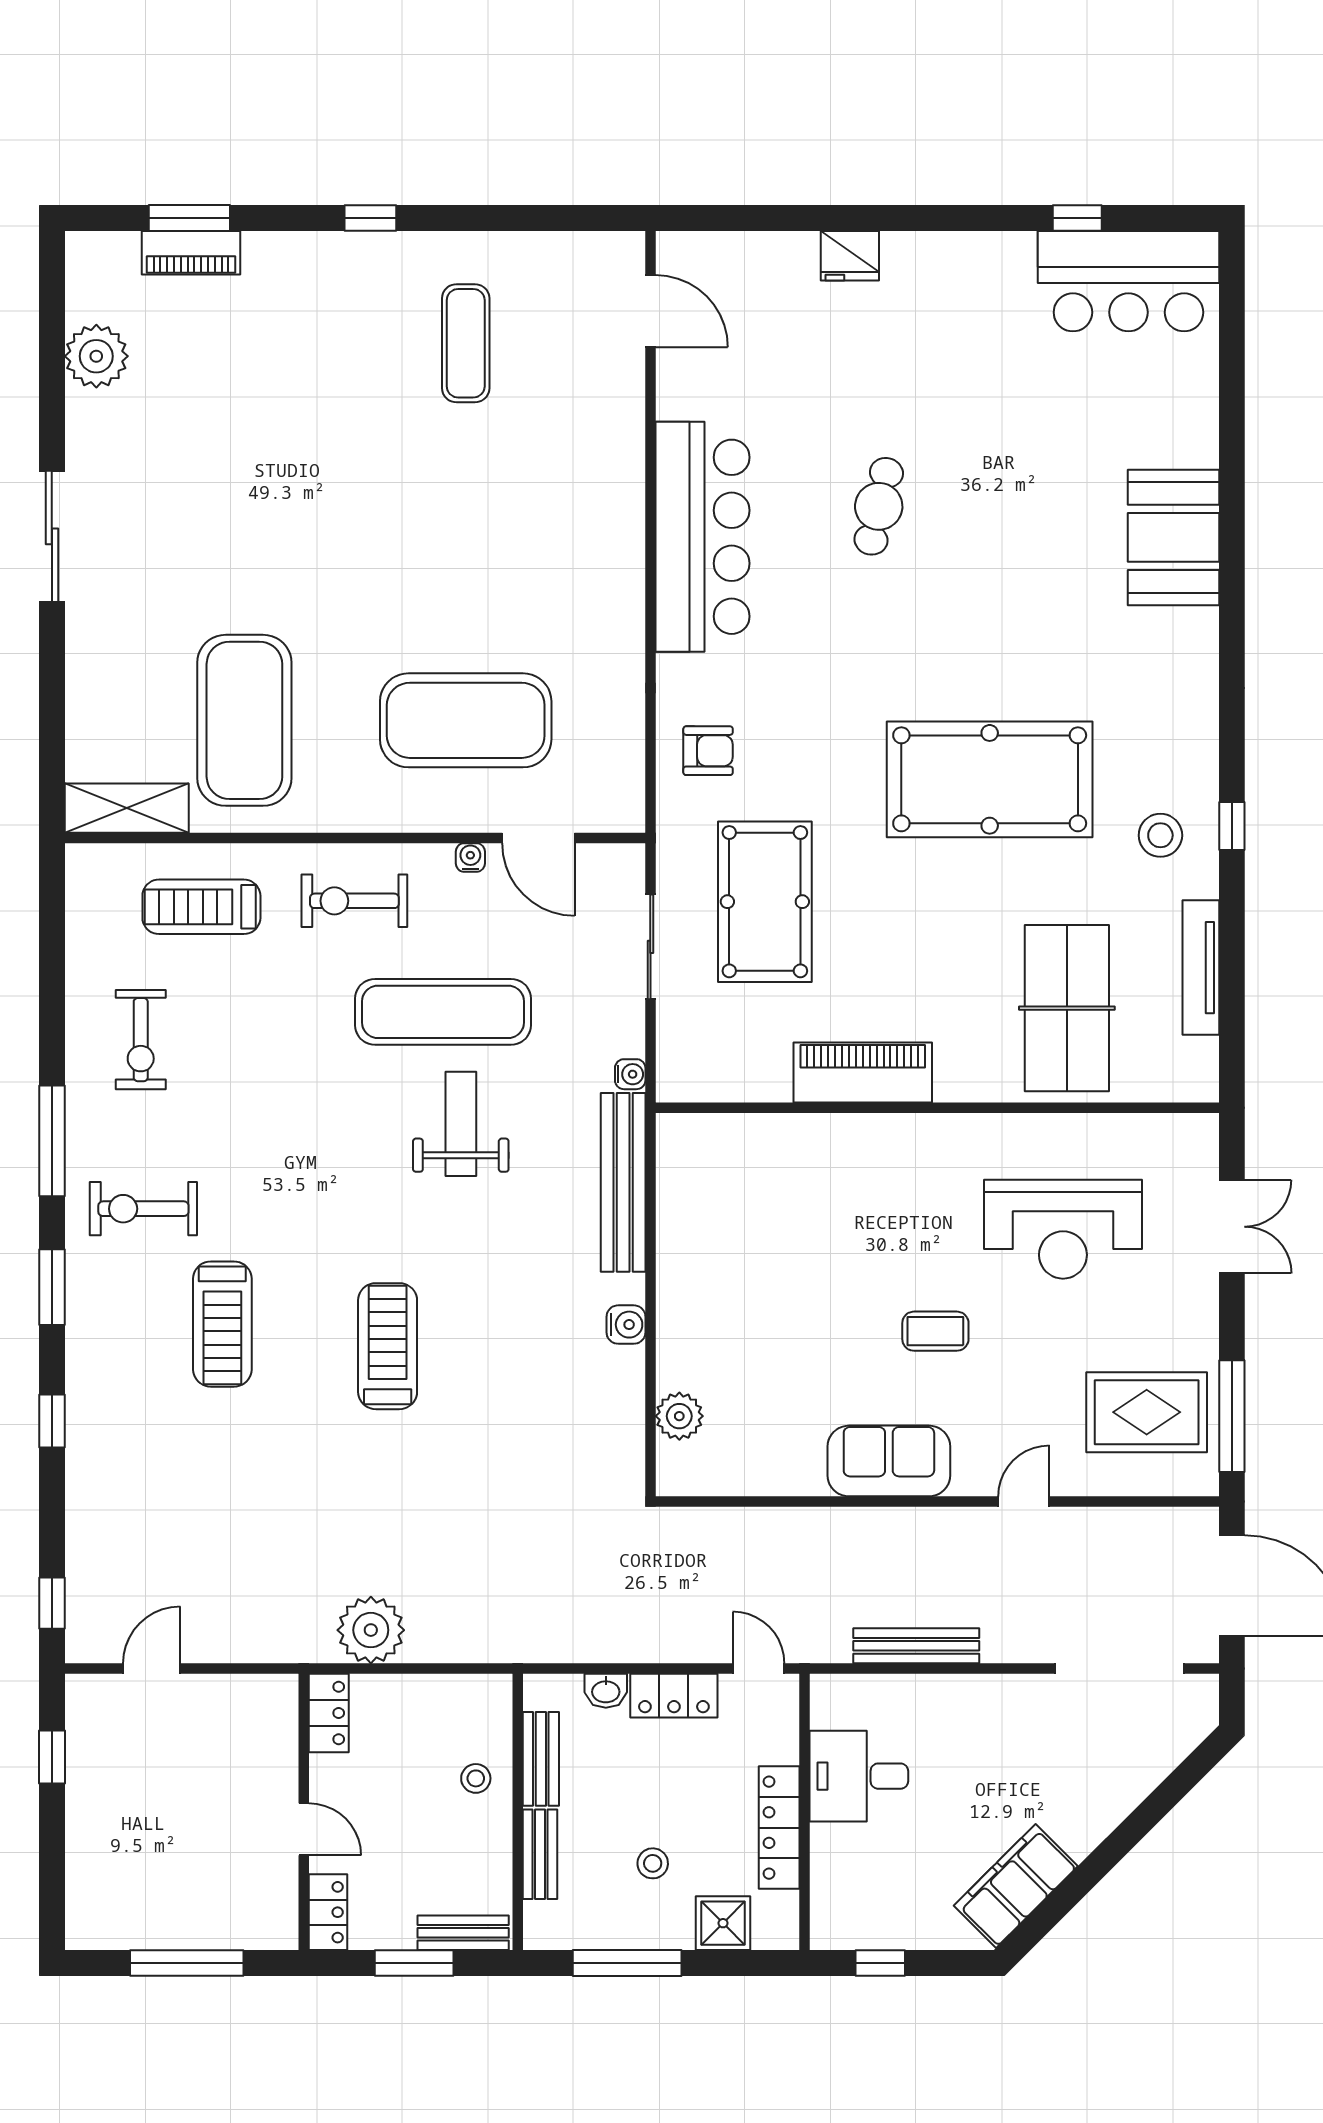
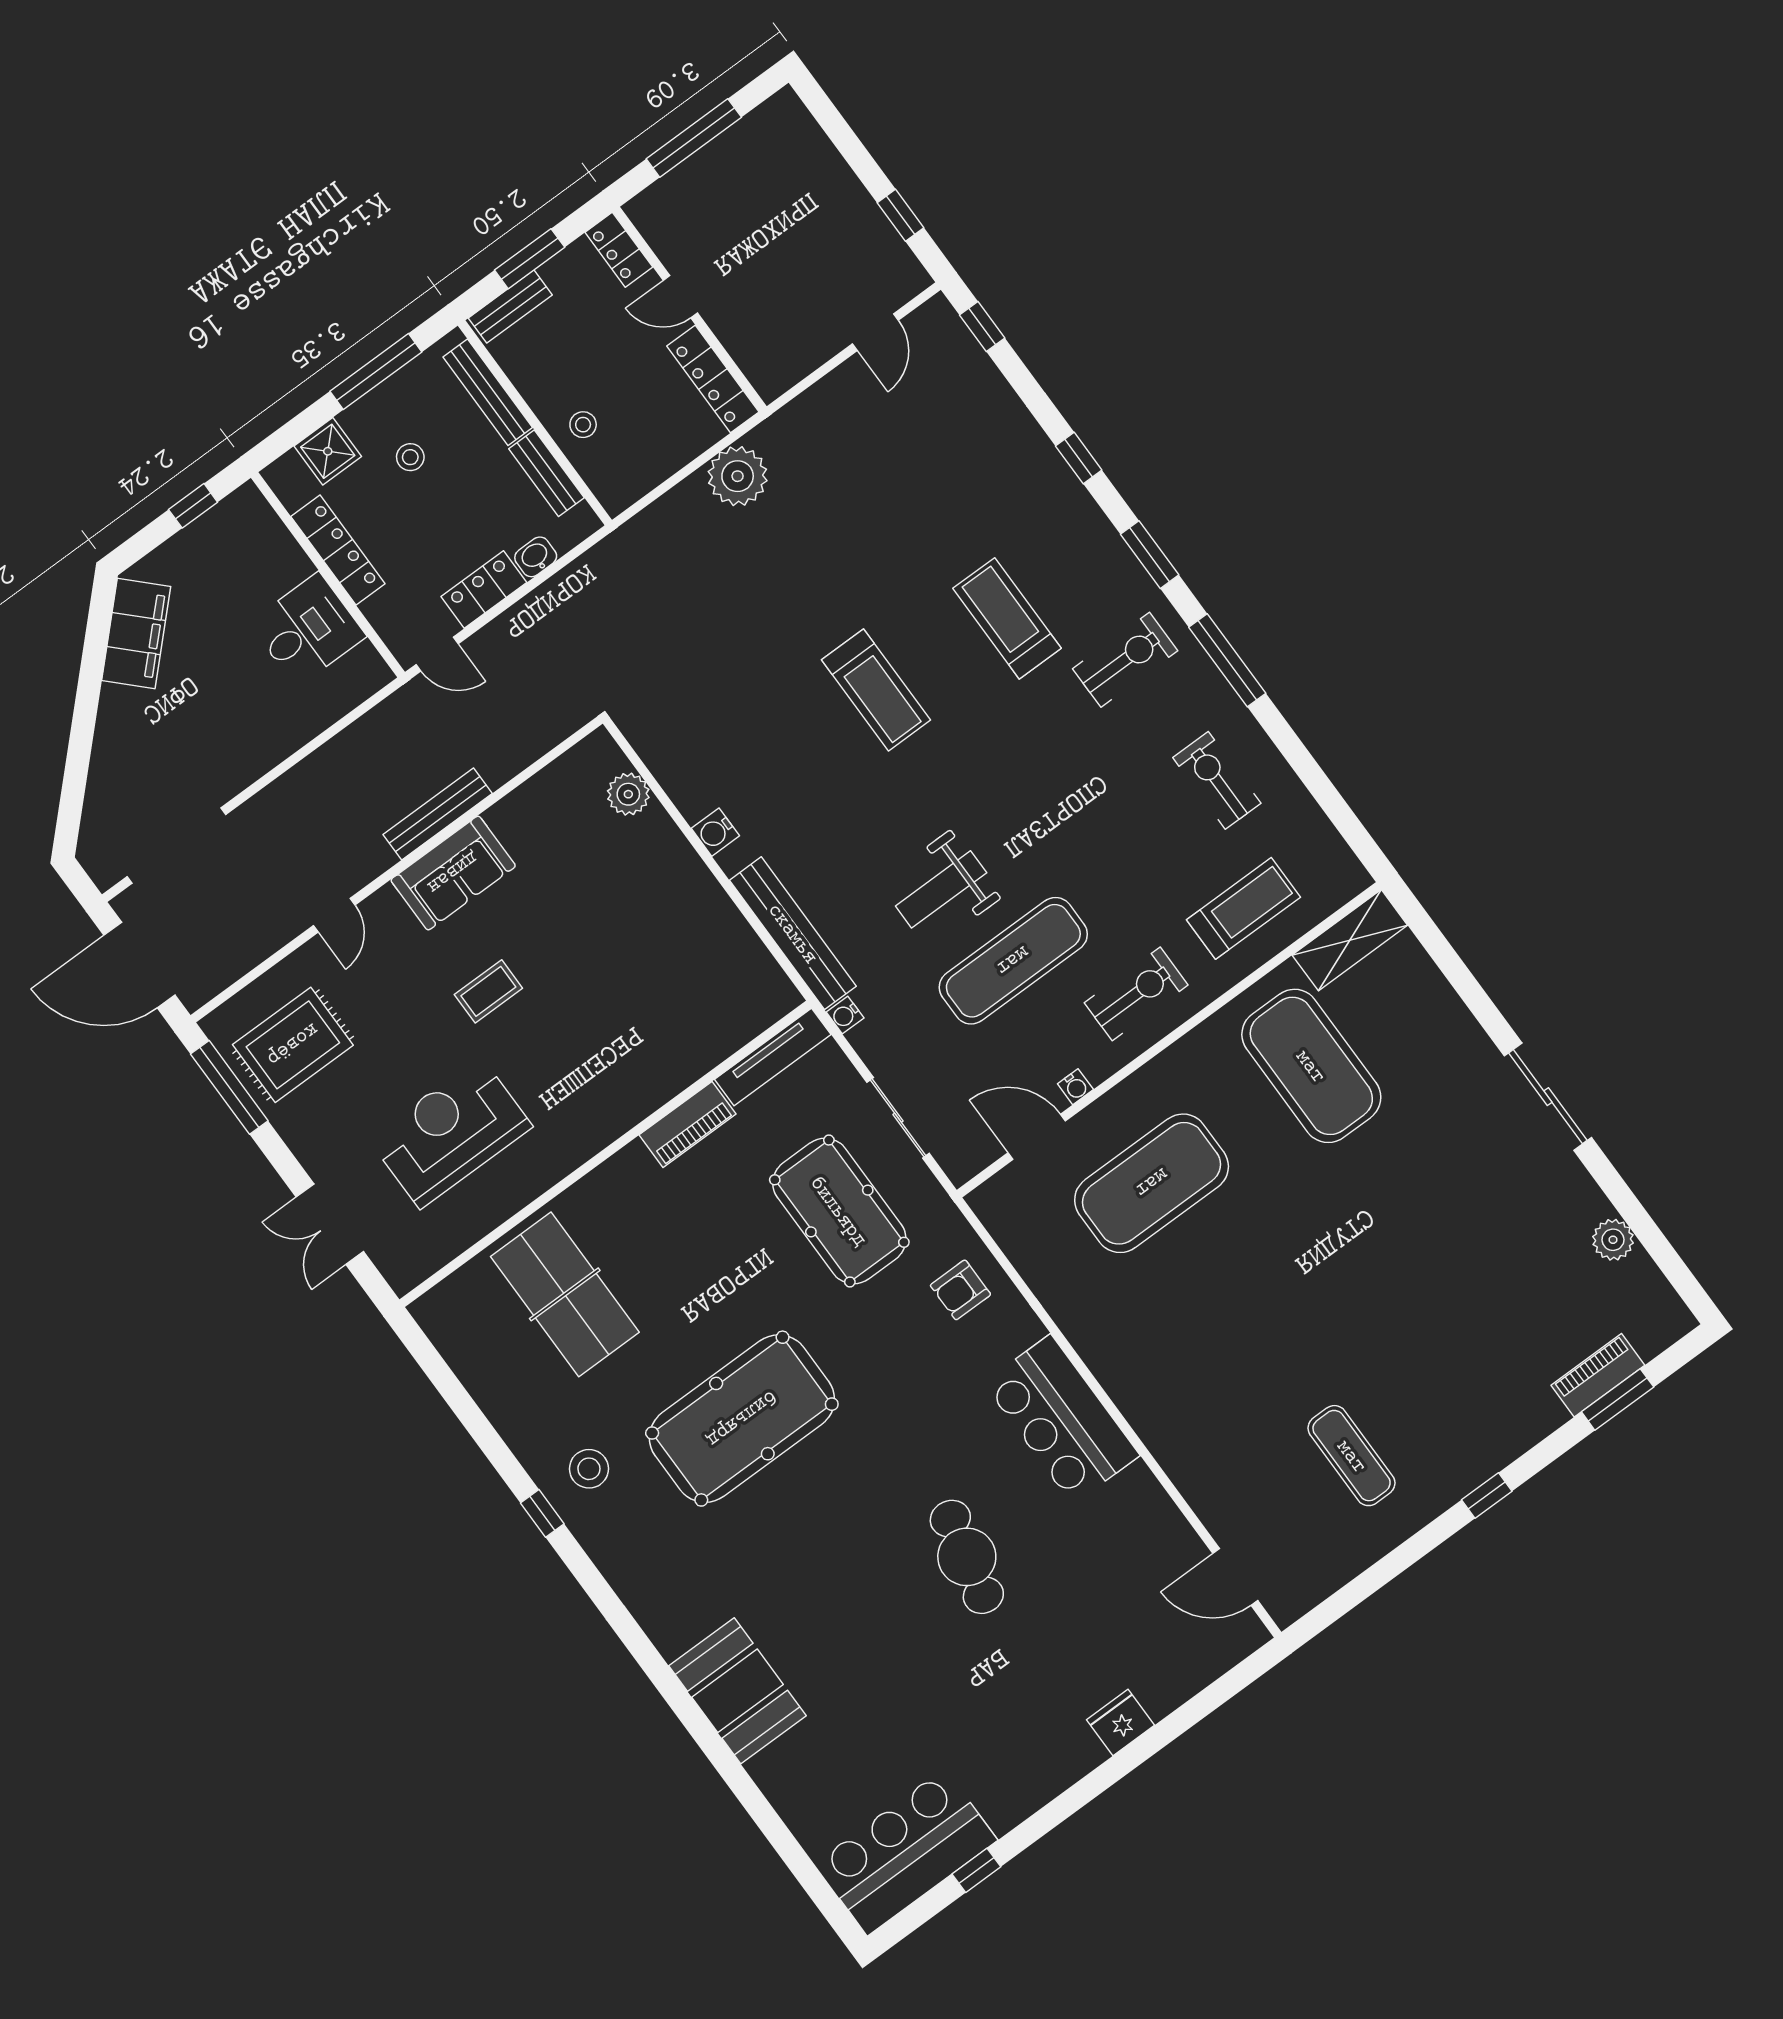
plant: (96, 356) -> (1613, 1240), width x0.73, depth x0.73
cafe table: (879, 506) -> (967, 1557), width x1.37, depth x1.35
bar counter: (703, 537) -> (1062, 1419), width x0.73
tv unit: (1201, 968) -> (773, 1057), moved, turned 90
piano: (863, 1072) -> (687, 1124), width x0.73, depth x0.75
weight bench: (461, 1124) -> (941, 889), turned 90
bench: (916, 1646) -> (438, 814), moved
locker: (329, 1713) -> (713, 379), width x1.53
bench: (540, 1854) -> (488, 392), width x1.36

